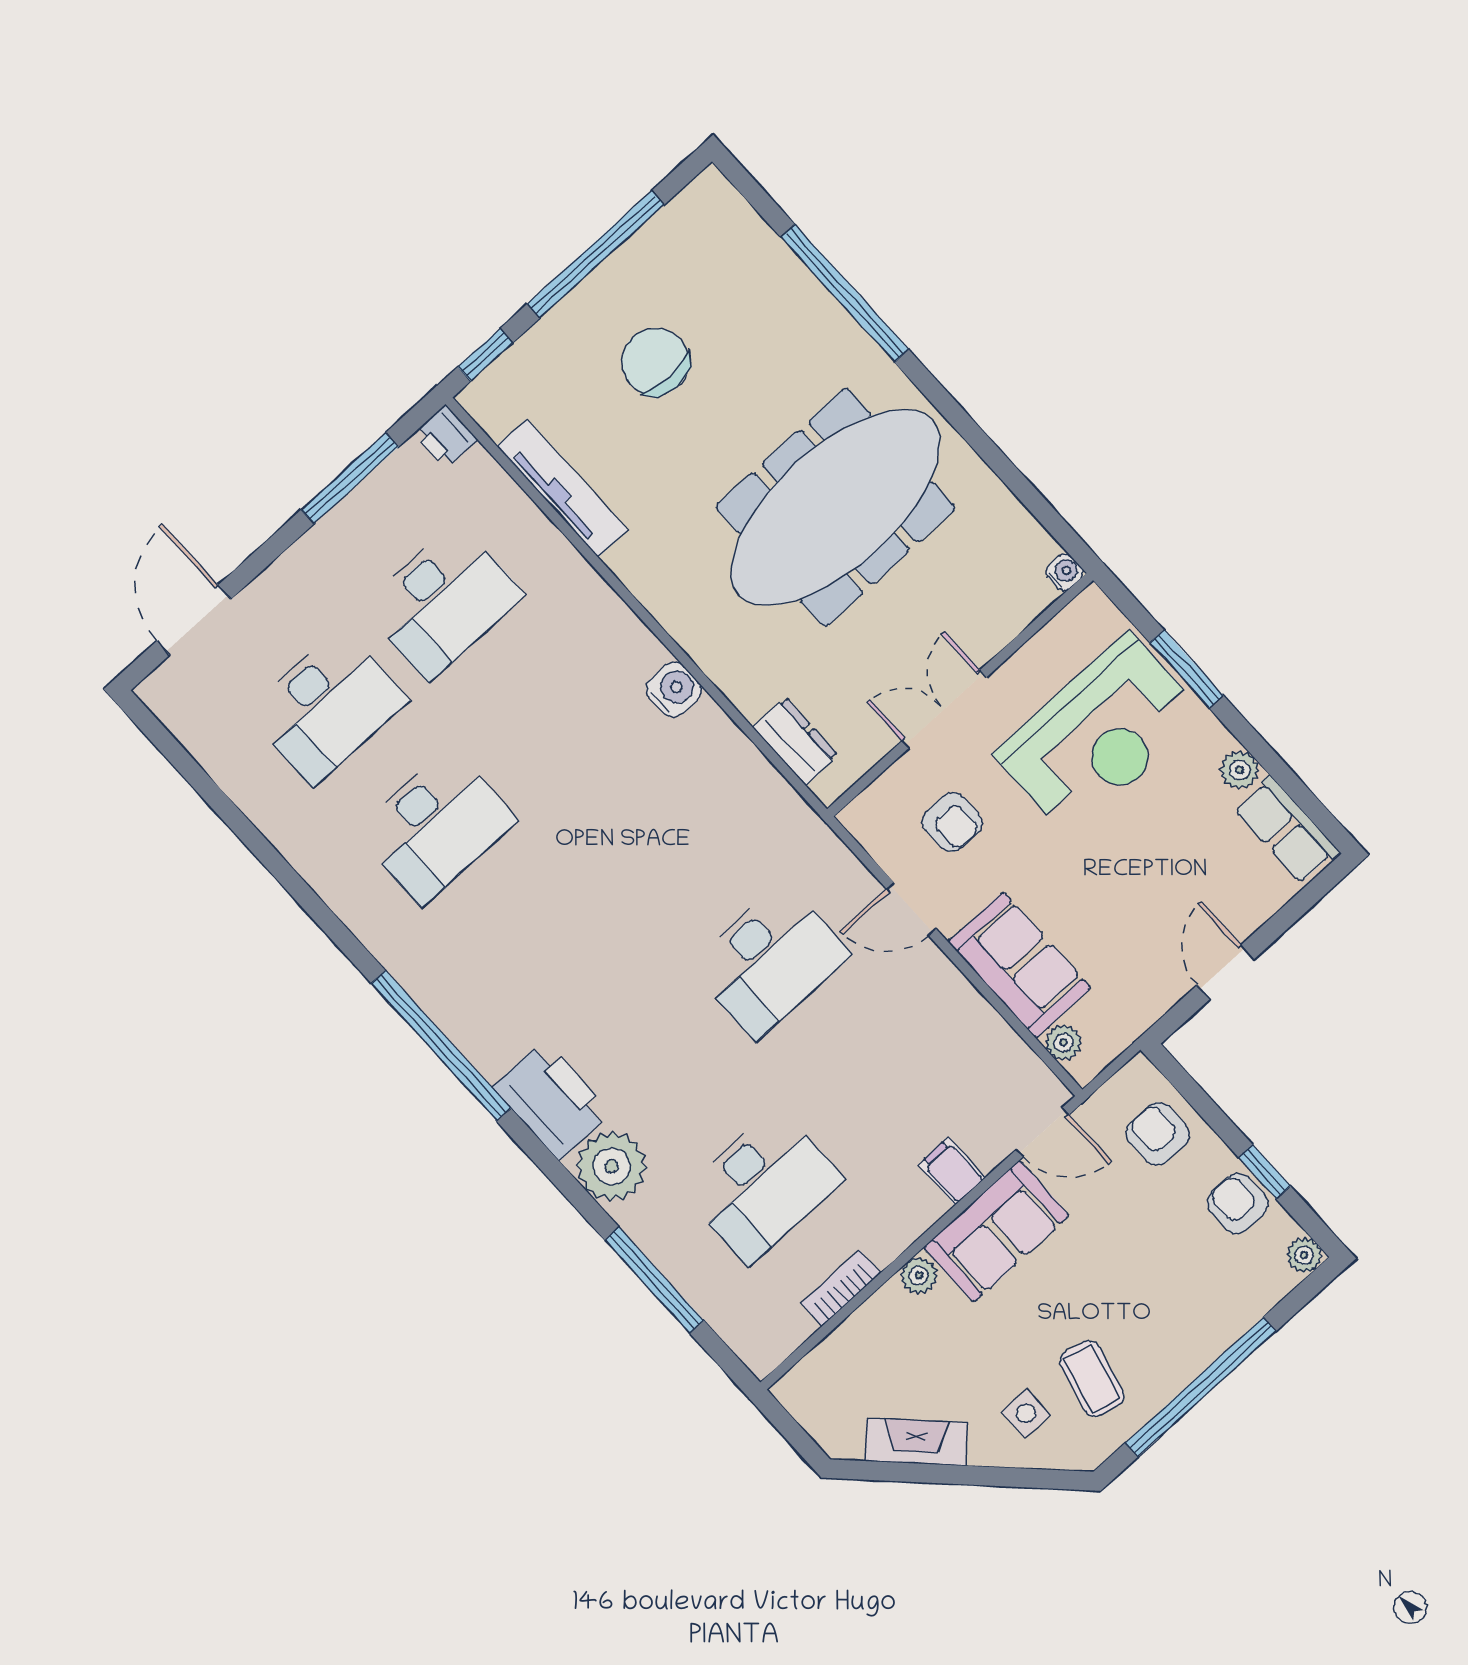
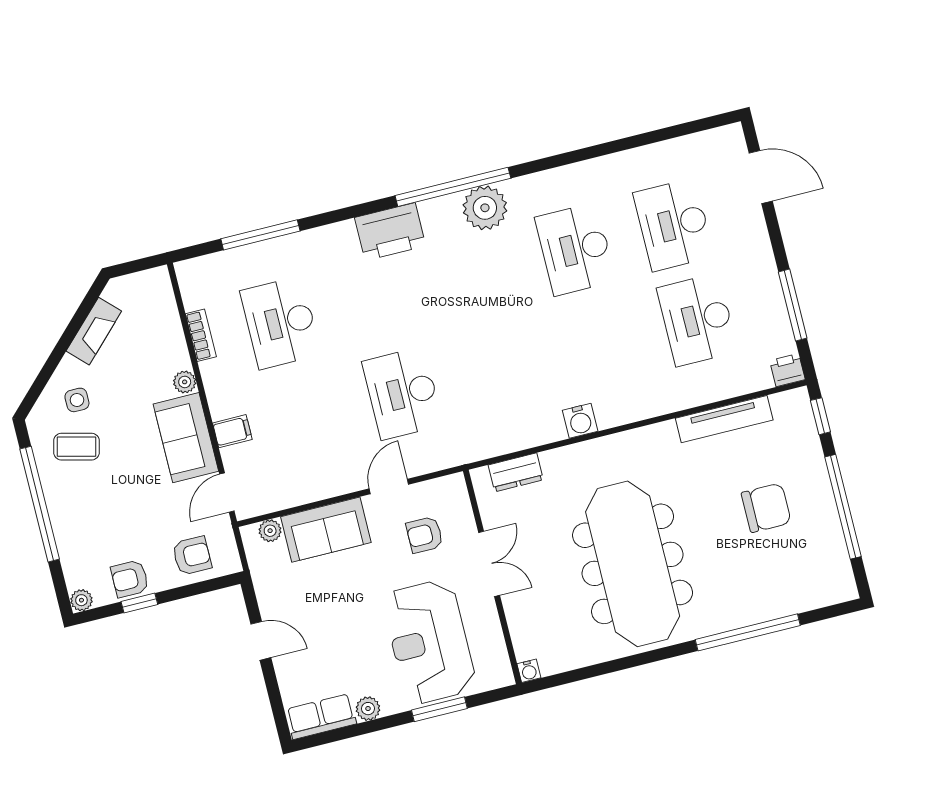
plant: (611, 1166) -> (485, 208), moved
armchair: (1237, 1203) -> (130, 579), turned 180

